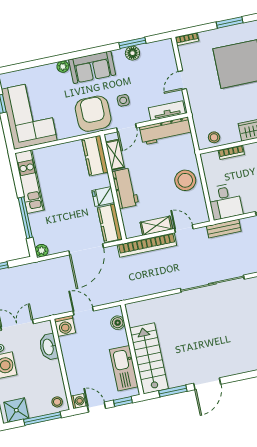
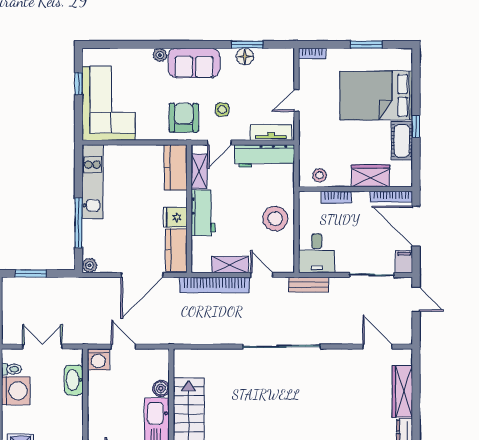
armchair: (93, 114) -> (184, 118), width x0.73, depth x0.73
boiler: (118, 323) -> (161, 388), moved

